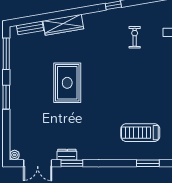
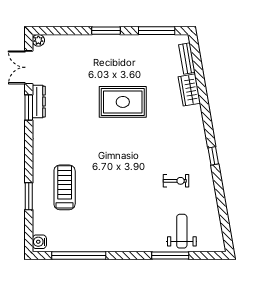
wardrobe: (63, 25) -> (189, 90), width x0.67
dresser: (67, 155) -> (39, 102), width x1.44

